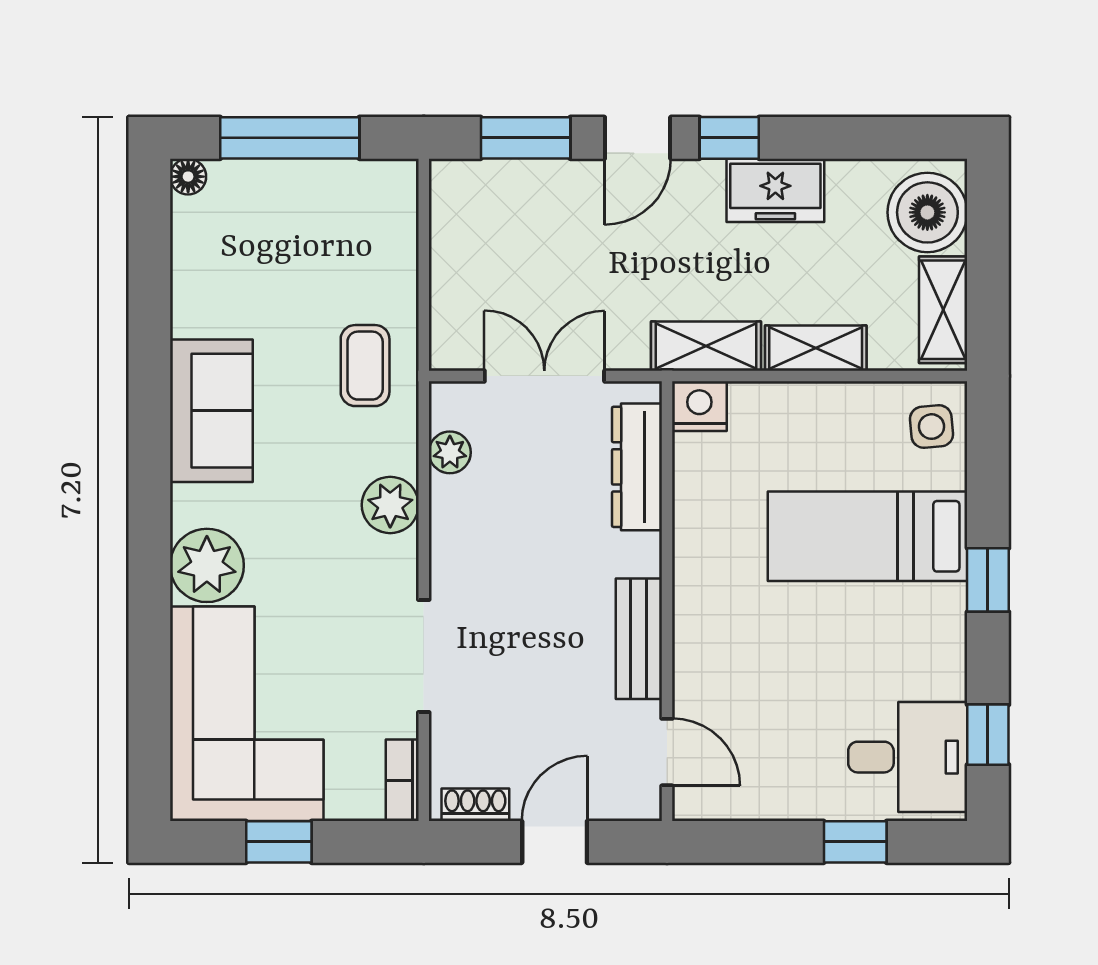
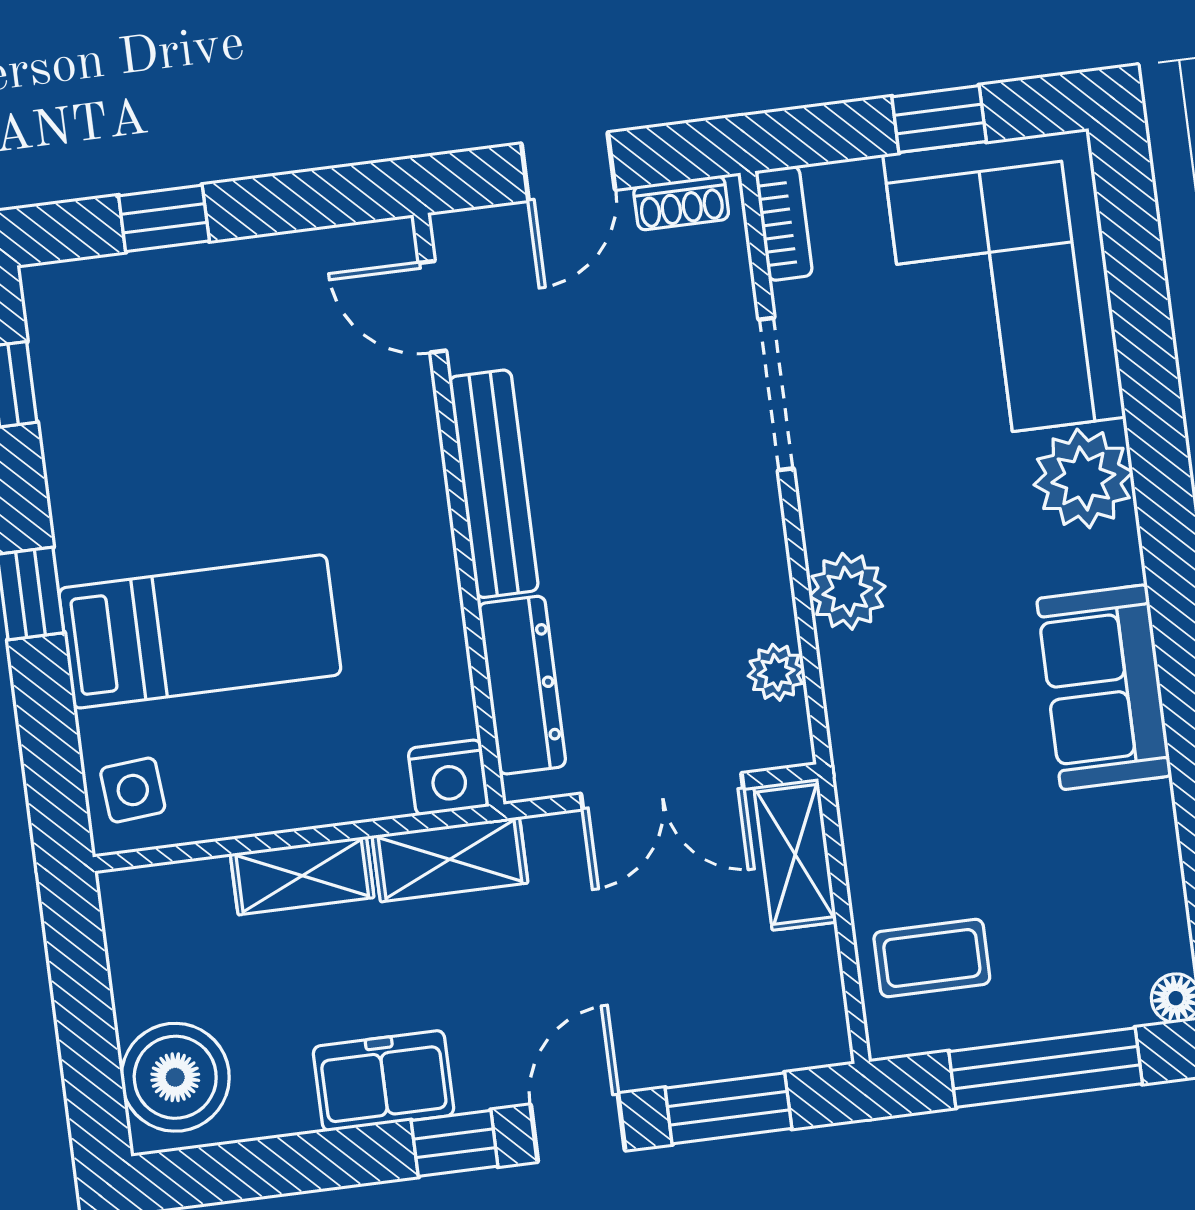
shelving: (943, 310) -> (795, 854), moved
coffee table: (365, 366) -> (932, 958), moved, turned 90
bench: (639, 639) -> (494, 484), width x1.36
desk: (908, 757) -> (108, 341), removed

